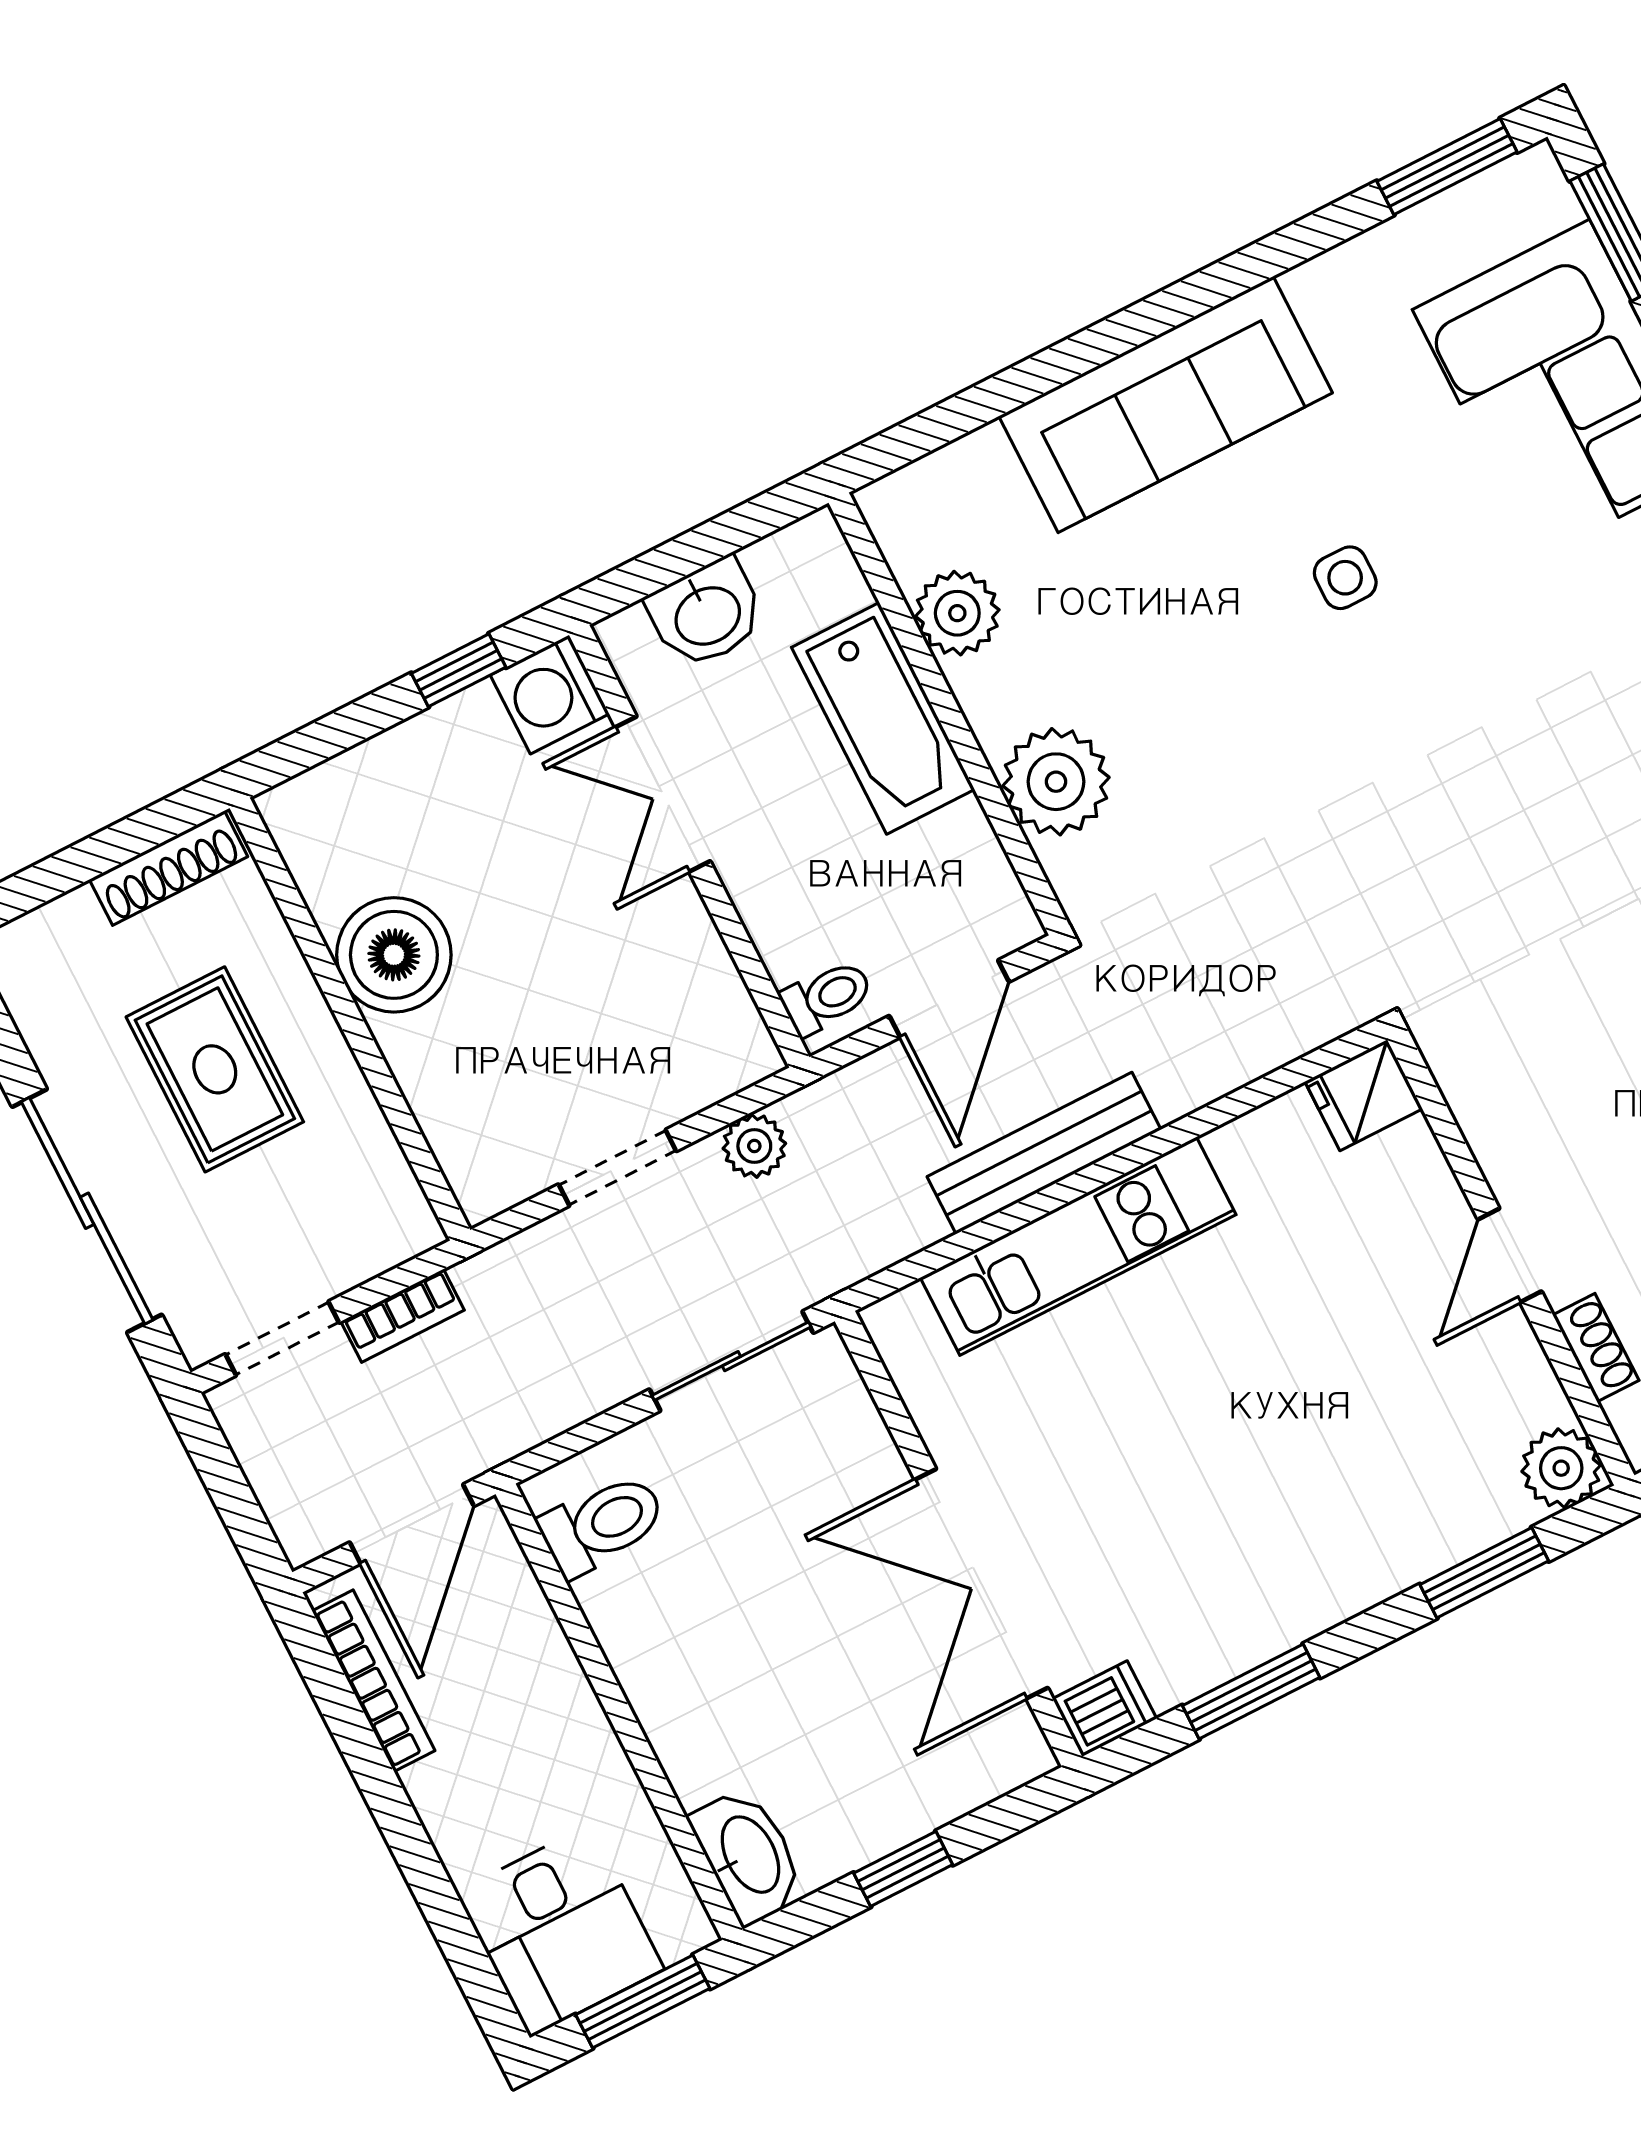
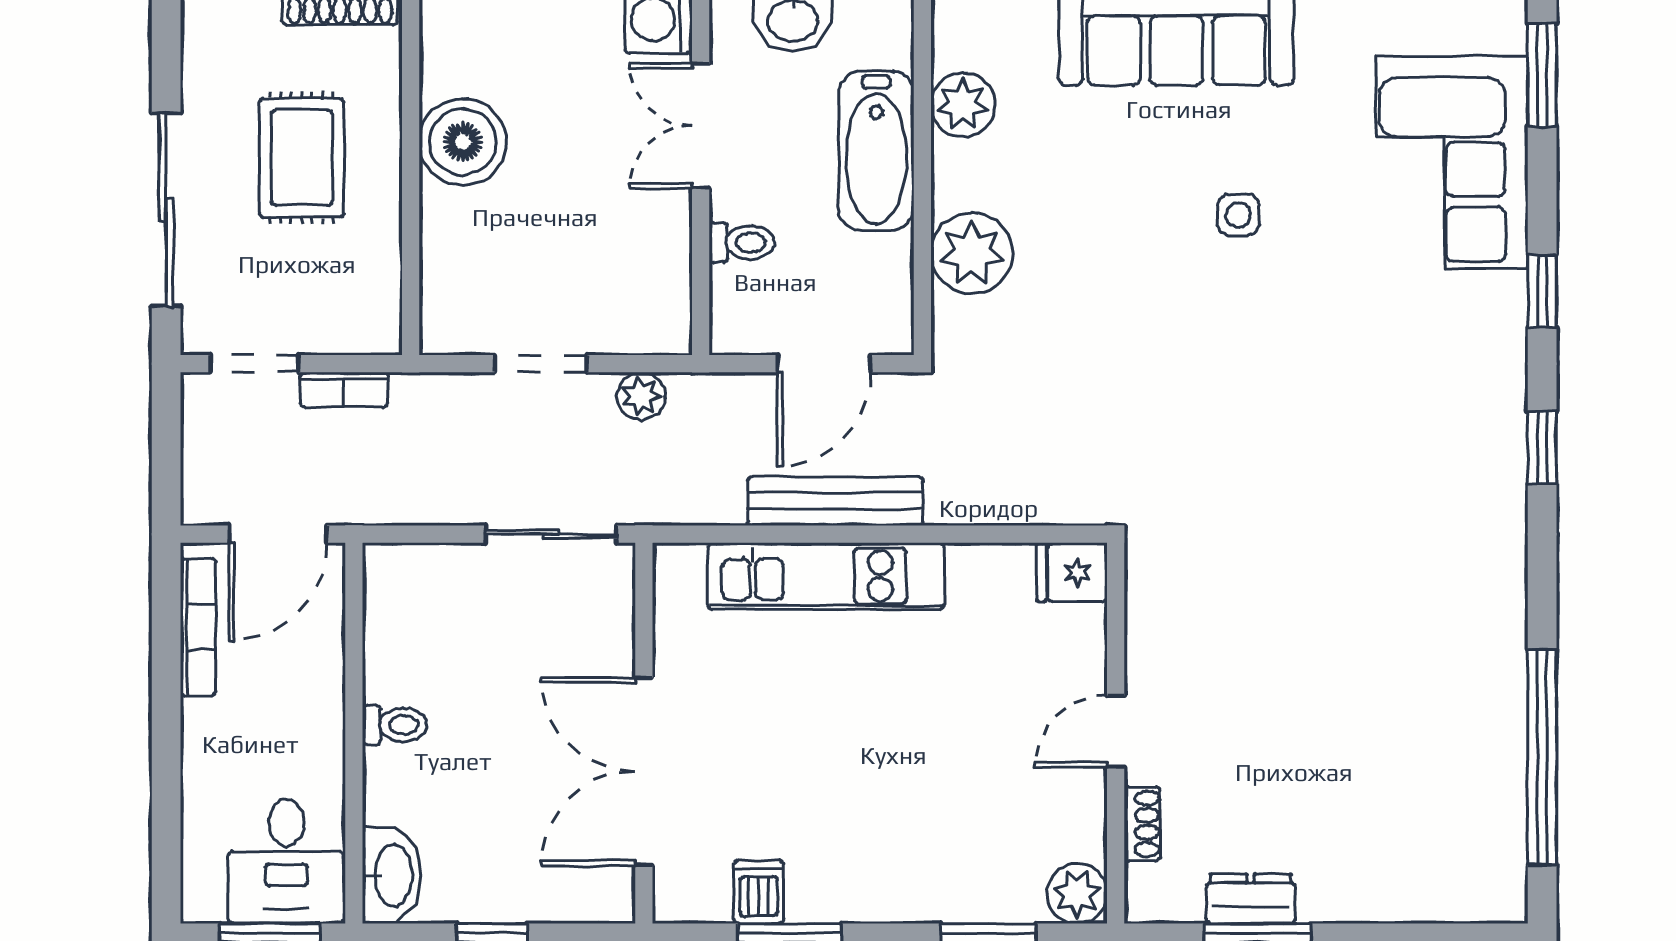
toilet: (827, 997) -> (742, 242), moved
toilet: (602, 1524) -> (395, 725), moved, width x0.73, depth x0.72
dishwasher: (1105, 1709) -> (759, 892), moved, turned -90
desk: (560, 1931) -> (286, 861), moved

